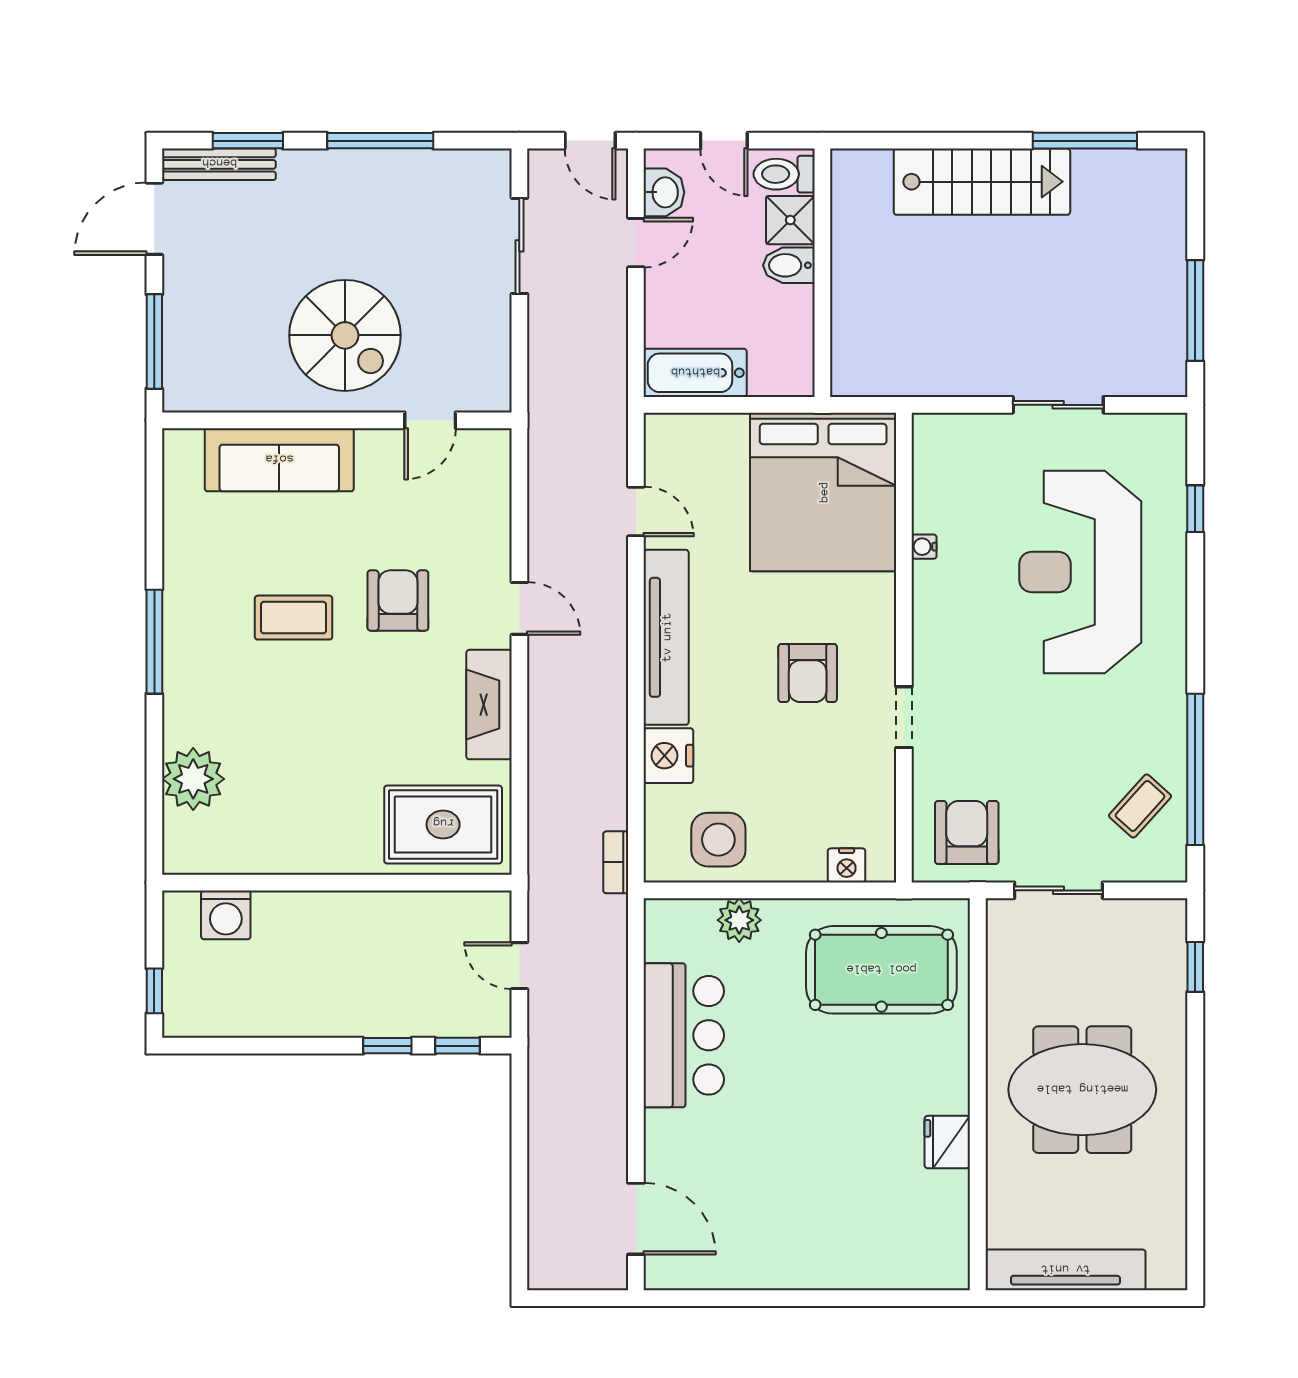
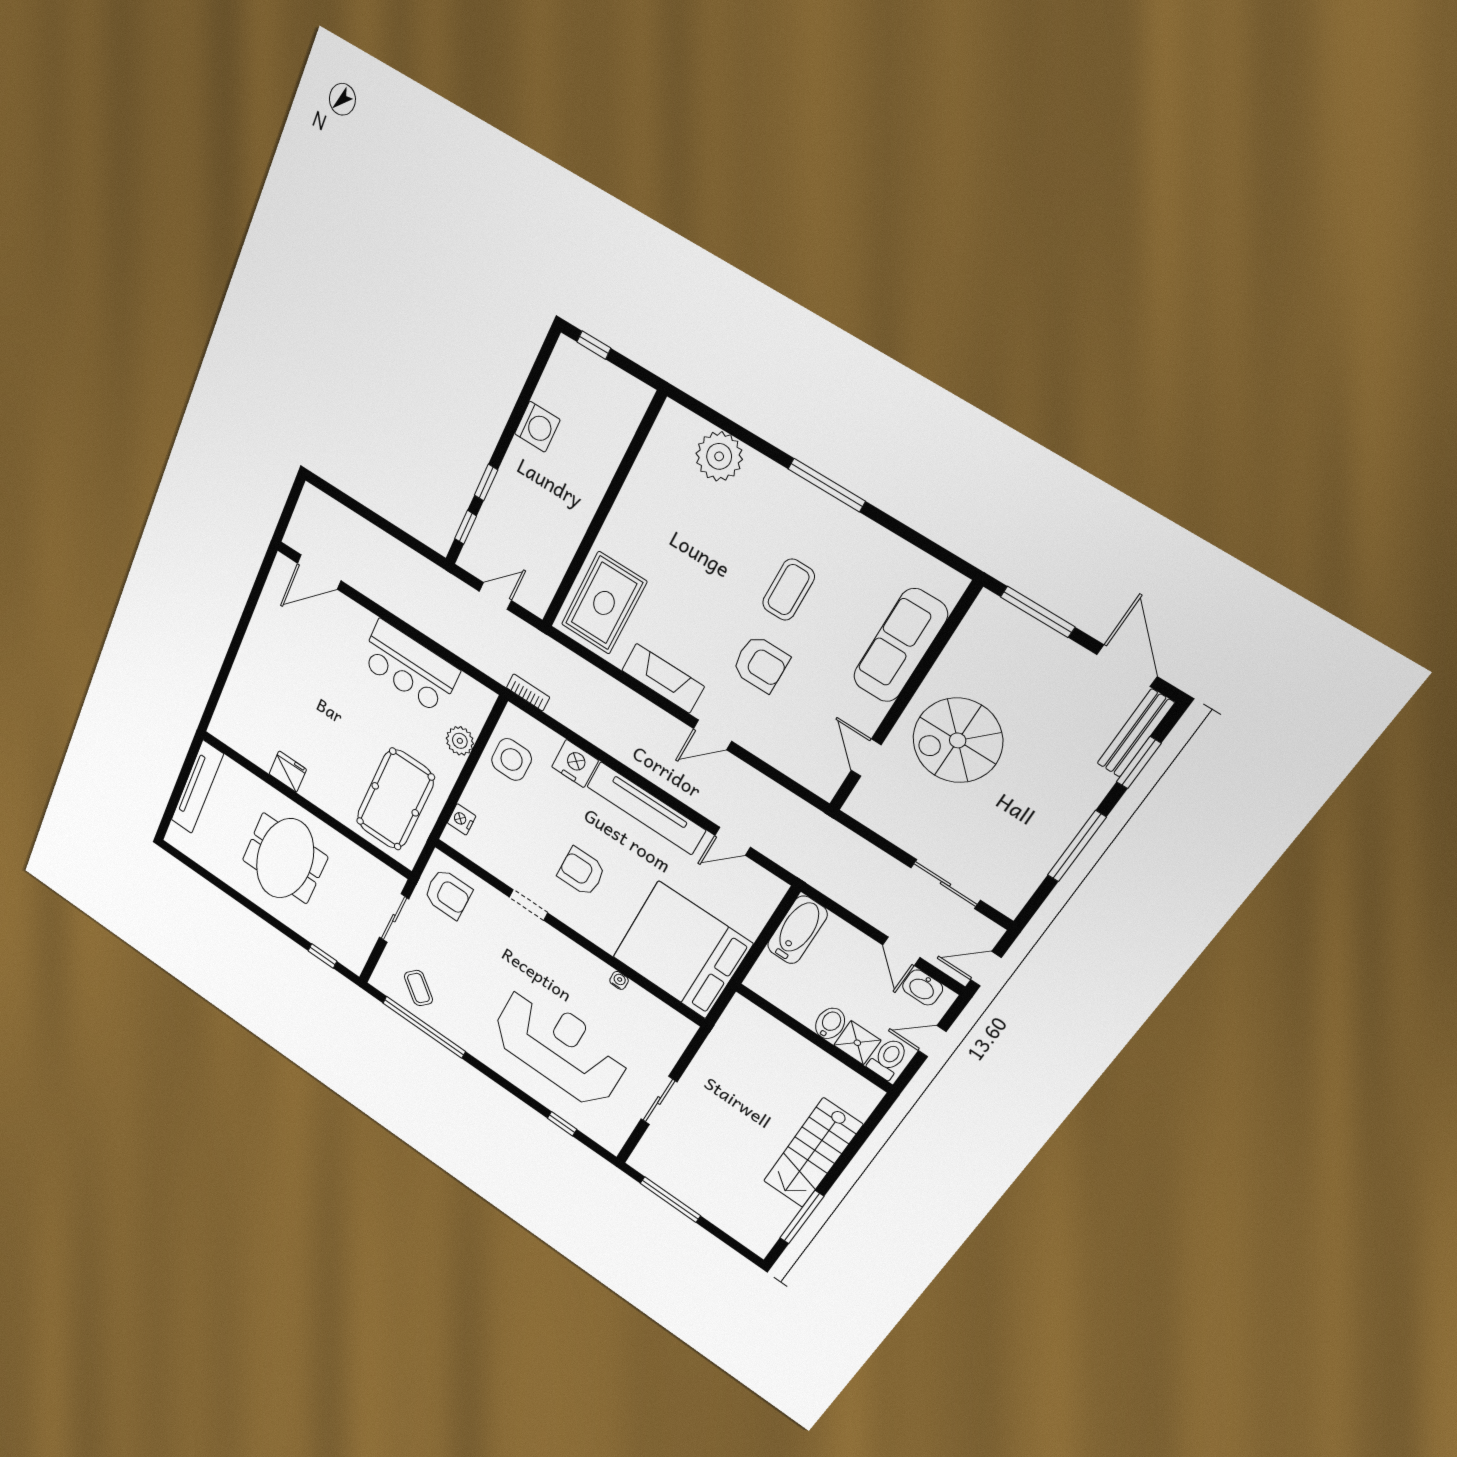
washing machine: (226, 915) -> (537, 427), moved, turned 180

